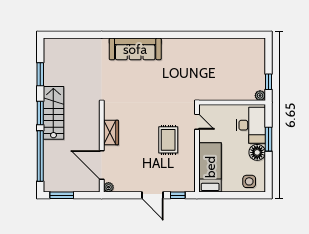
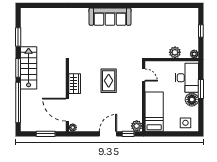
sofa: (135, 49) -> (110, 17), moved
window: (268, 82) -> (201, 31), moved
plant: (236, 93) -> (175, 52), added
rug: (168, 140) -> (109, 81), moved
plant: (188, 185) -> (137, 126), added
window: (62, 195) -> (46, 134), moved
door: (153, 195) -> (108, 134), swing flipped

